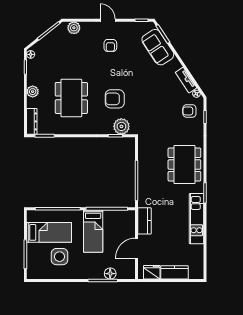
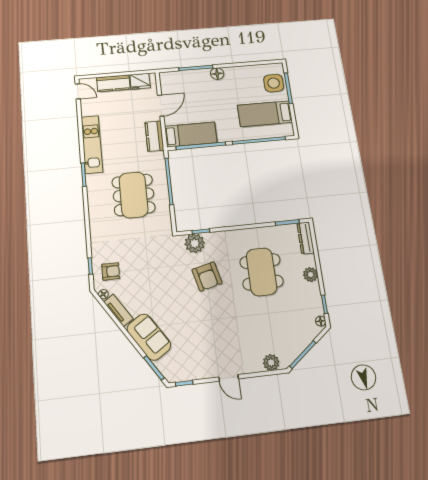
armchair: (110, 45) -> (221, 344), removed
sofa: (158, 47) -> (149, 337), moved
armchair: (115, 99) -> (207, 276), turned 76
dining table: (184, 165) -> (133, 195), moved
bed: (93, 231) -> (191, 134), moved, turned 90
side table: (60, 257) -> (274, 83), moved
door: (205, 268) -> (78, 91), added
floor lamp: (110, 274) -> (217, 74), moved

